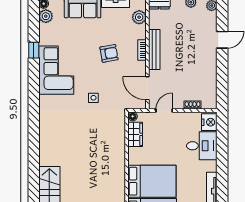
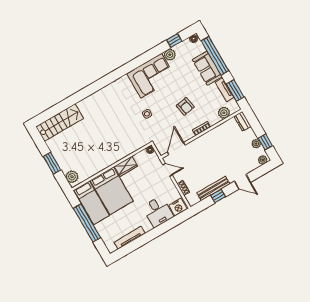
plant: (46, 16) -> (170, 55), moved
bench: (154, 49) -> (213, 188), moved
window: (34, 50) -> (174, 41), moved
window: (222, 74) -> (218, 196), added
wardrobe: (135, 134) -> (126, 166), moved

